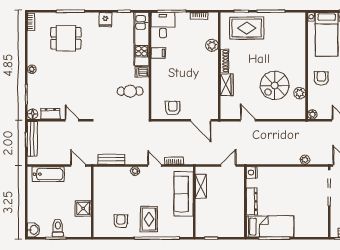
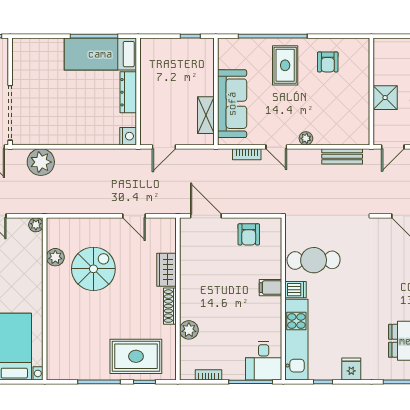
filing cabinet: (158, 53) -> (271, 288), moved
armchair: (321, 78) -> (22, 280), removed
cafe table: (130, 91) -> (314, 260), width x1.37, depth x1.35
plant: (305, 160) -> (41, 162), width x1.87, depth x1.87
door: (78, 166) -> (393, 147), hinge flipped
shower: (83, 208) -> (385, 98), moved

